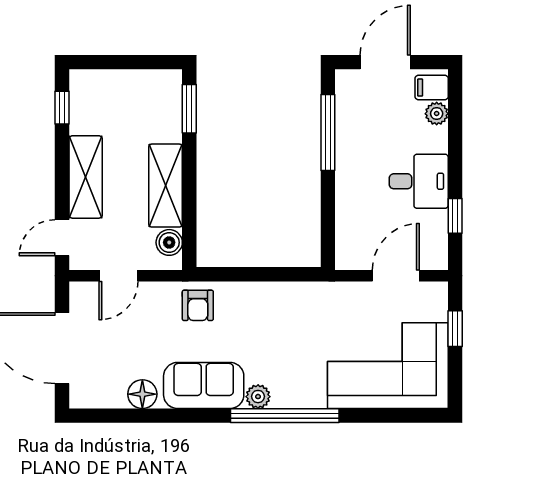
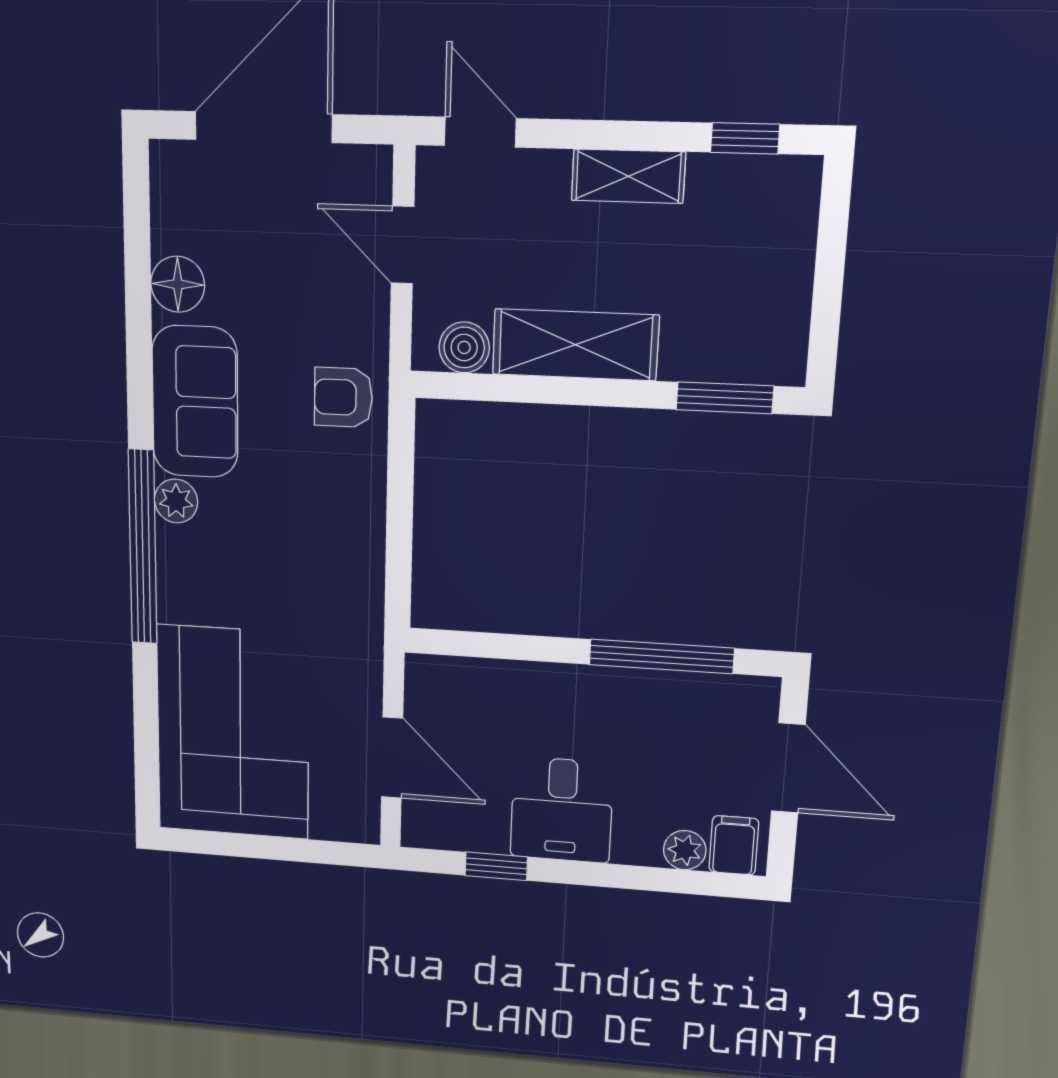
shelving: (86, 177) -> (628, 176), width x0.67, depth x0.75
window: (455, 329) -> (297, 850), removed

